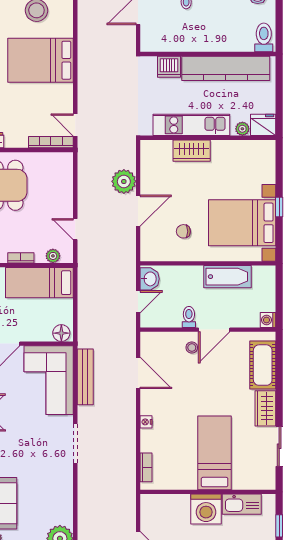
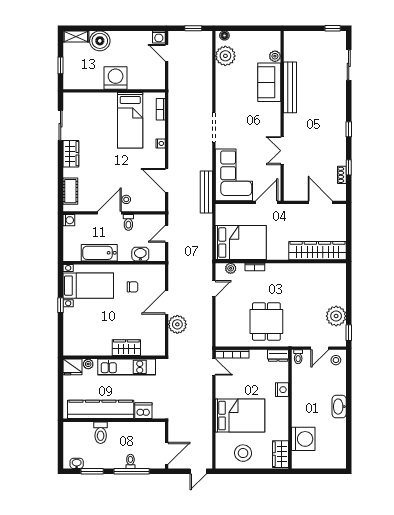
toilet: (264, 37) -> (101, 433), moved
bed with nightstands: (242, 223) -> (88, 286), width x0.73
door: (75, 229) -> (214, 289), hinge flipped
washbasin: (150, 279) -> (140, 254), moved, turned 90
bed: (39, 283) -> (241, 243), width x1.50
floor lamp: (61, 333) -> (224, 210), removed
cot: (263, 365) -> (70, 191), width x0.73, depth x0.75
bench: (85, 377) -> (206, 192), moved
bed: (215, 453) -> (130, 120), moved
kitchen sink: (242, 504) -> (89, 82), removed

